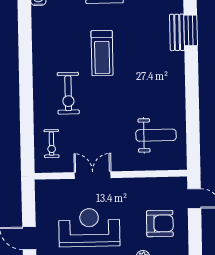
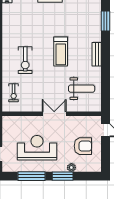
bench: (177, 32) -> (97, 54), moved
treadmill: (102, 53) -> (61, 52), moved
double door: (93, 175) -> (54, 114), moved

